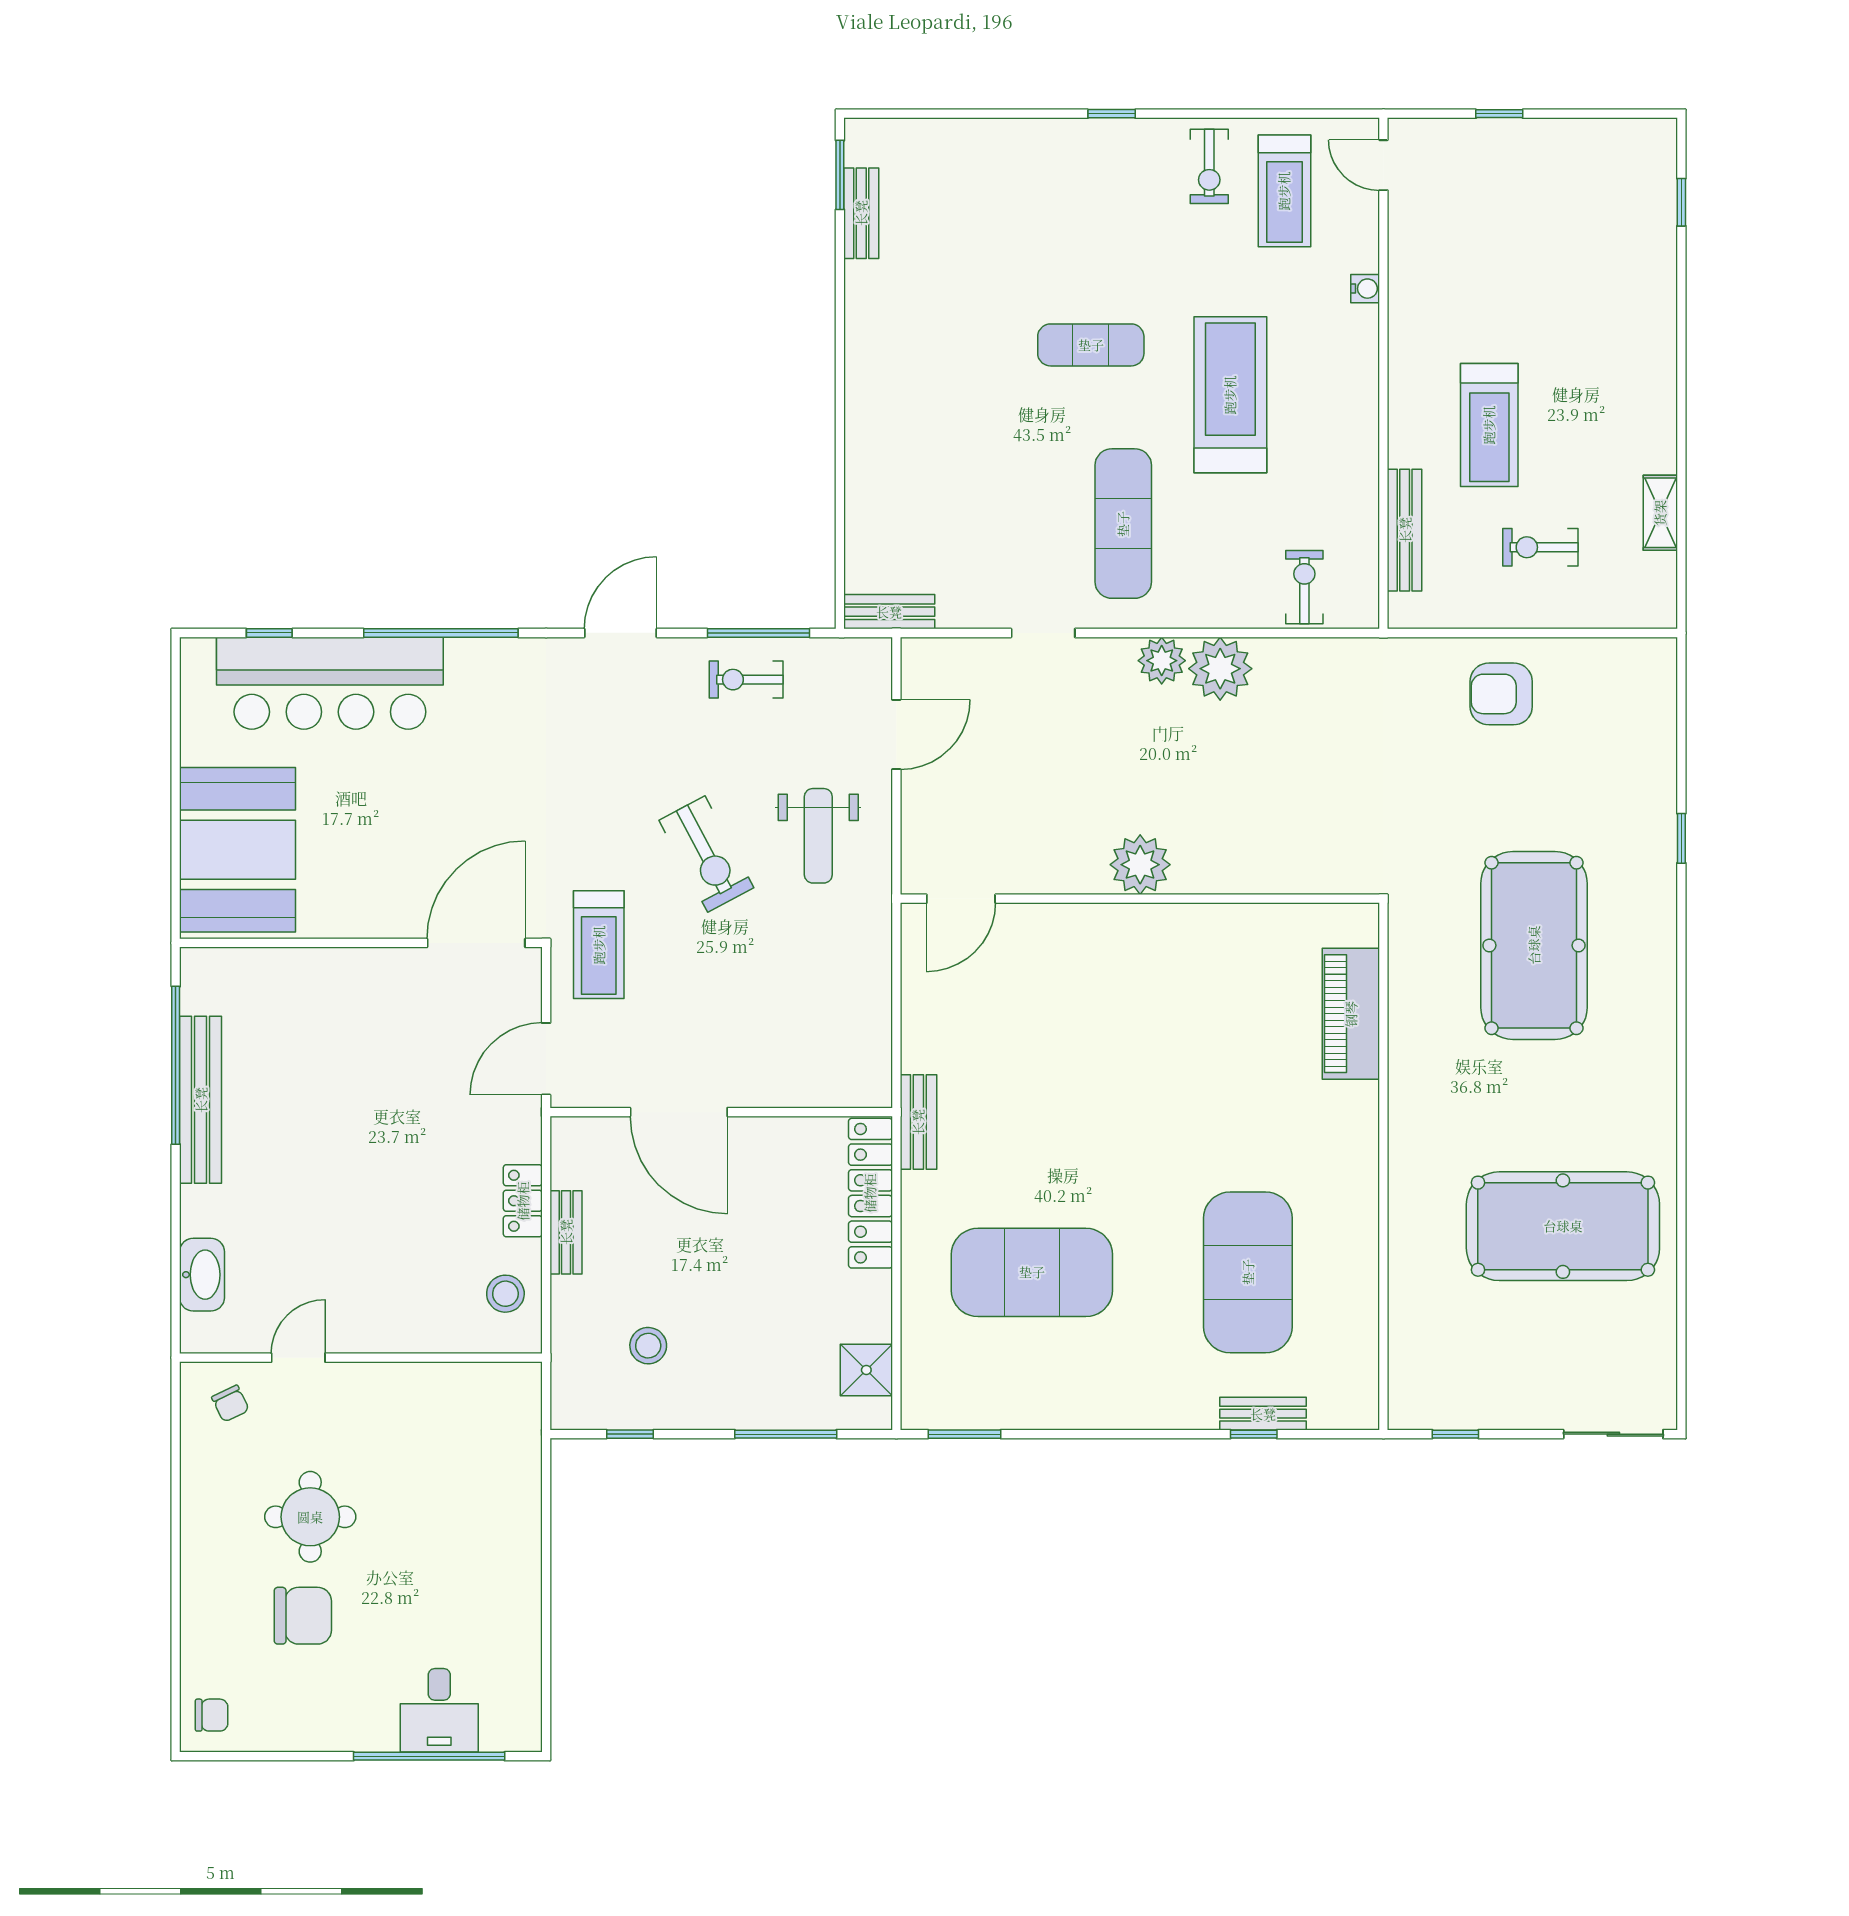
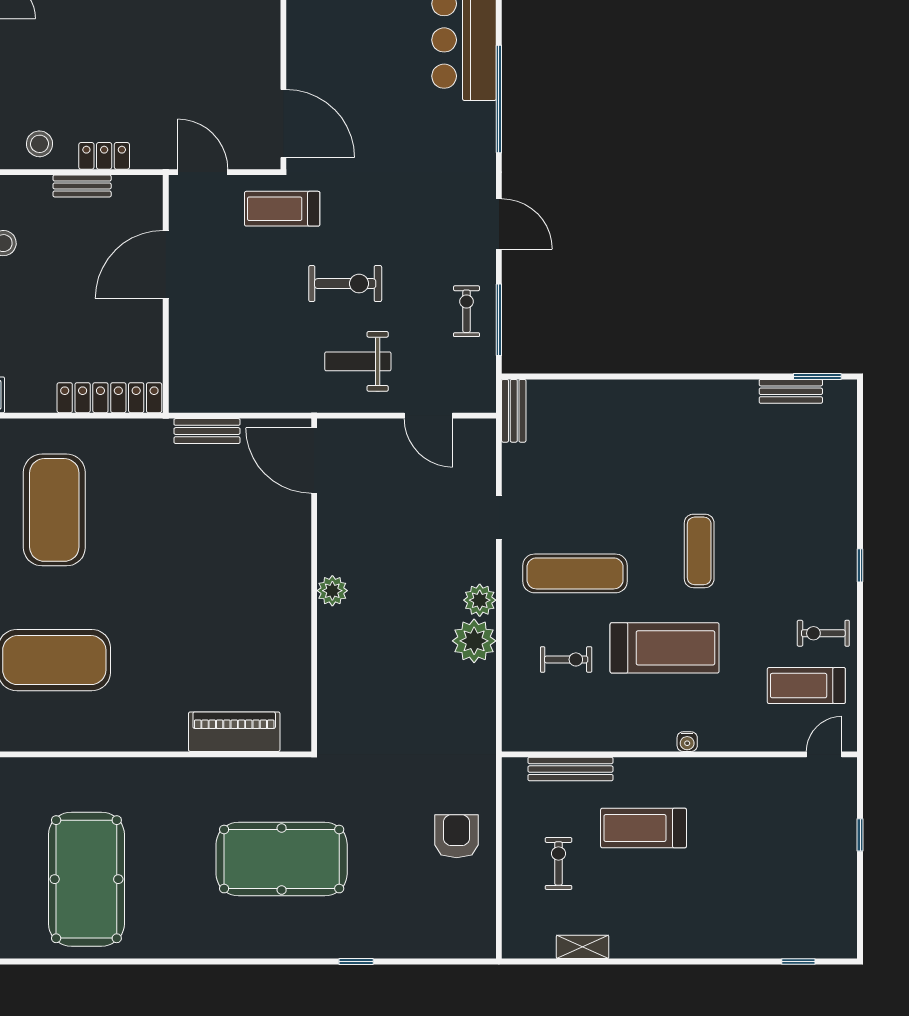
water cooler: (1365, 289) -> (687, 742), moved
exercise bike: (1304, 587) -> (566, 659), moved
exercise bike: (706, 854) -> (345, 284), turned -152
plant: (1140, 865) -> (332, 591), width x0.73, depth x0.73
door: (961, 899) -> (314, 461), width x1.36
bench: (918, 1122) -> (207, 431), moved

